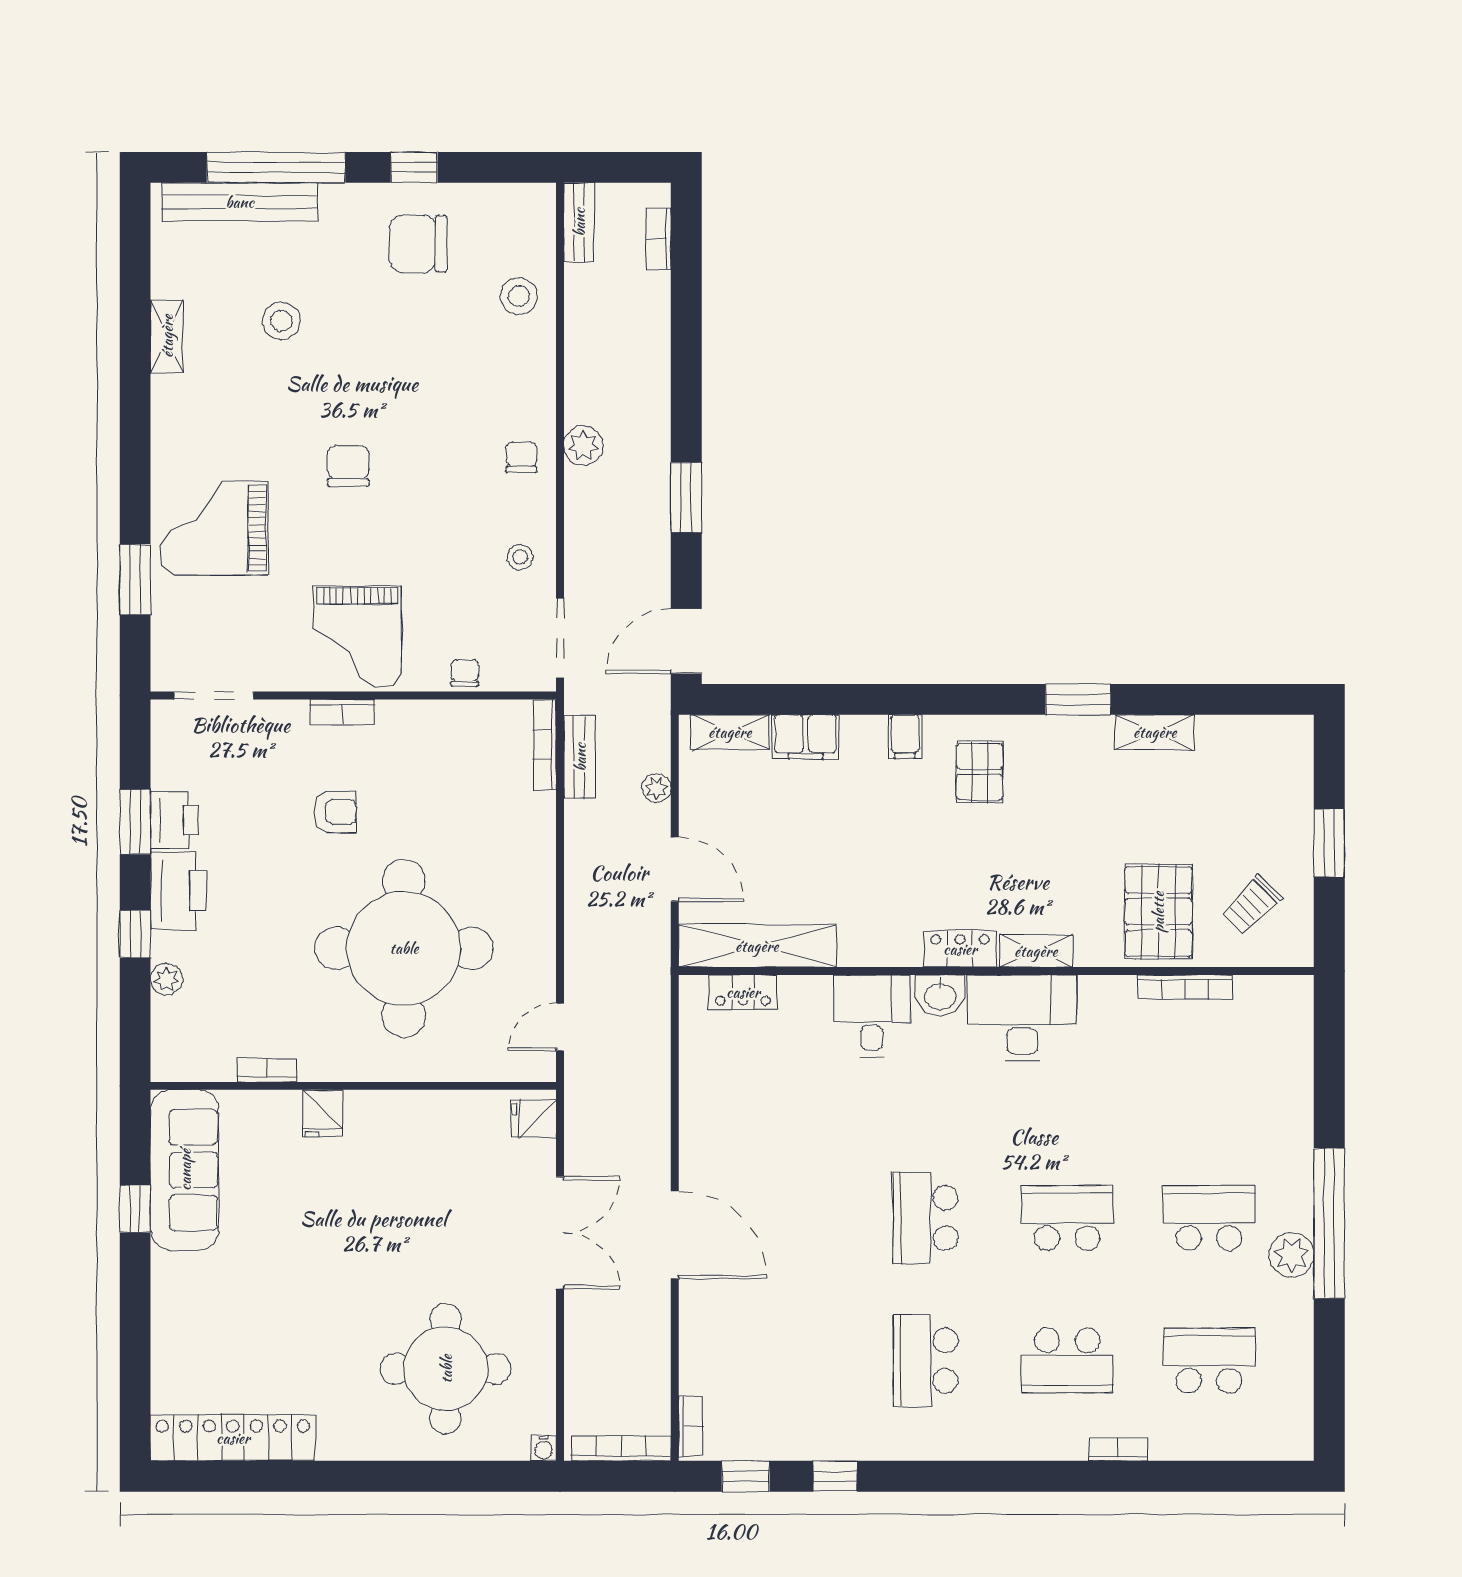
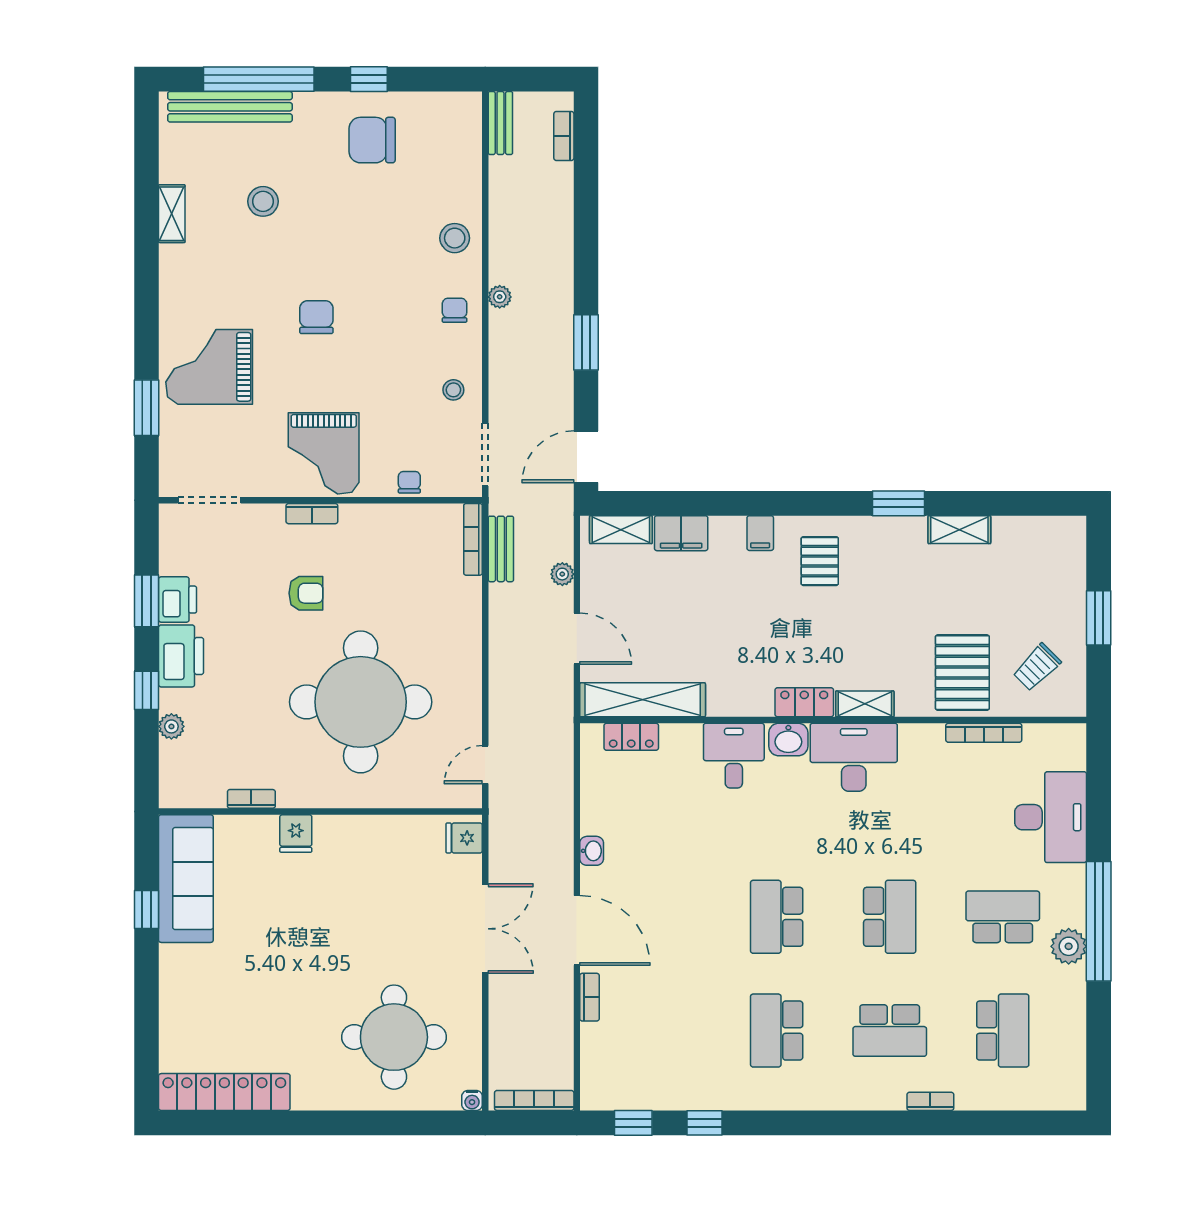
stool: (519, 296) -> (455, 238), moved
plant: (583, 446) -> (500, 297), width x0.73, depth x0.73
desk: (1269, 1093) -> (1051, 817), added
washbasin: (693, 1135) -> (592, 851), added
school desk: (1067, 1218) -> (890, 917), turned 90
school desk: (1209, 1361) -> (1003, 1031), turned 90
bookcase: (691, 1426) -> (589, 997), moved

